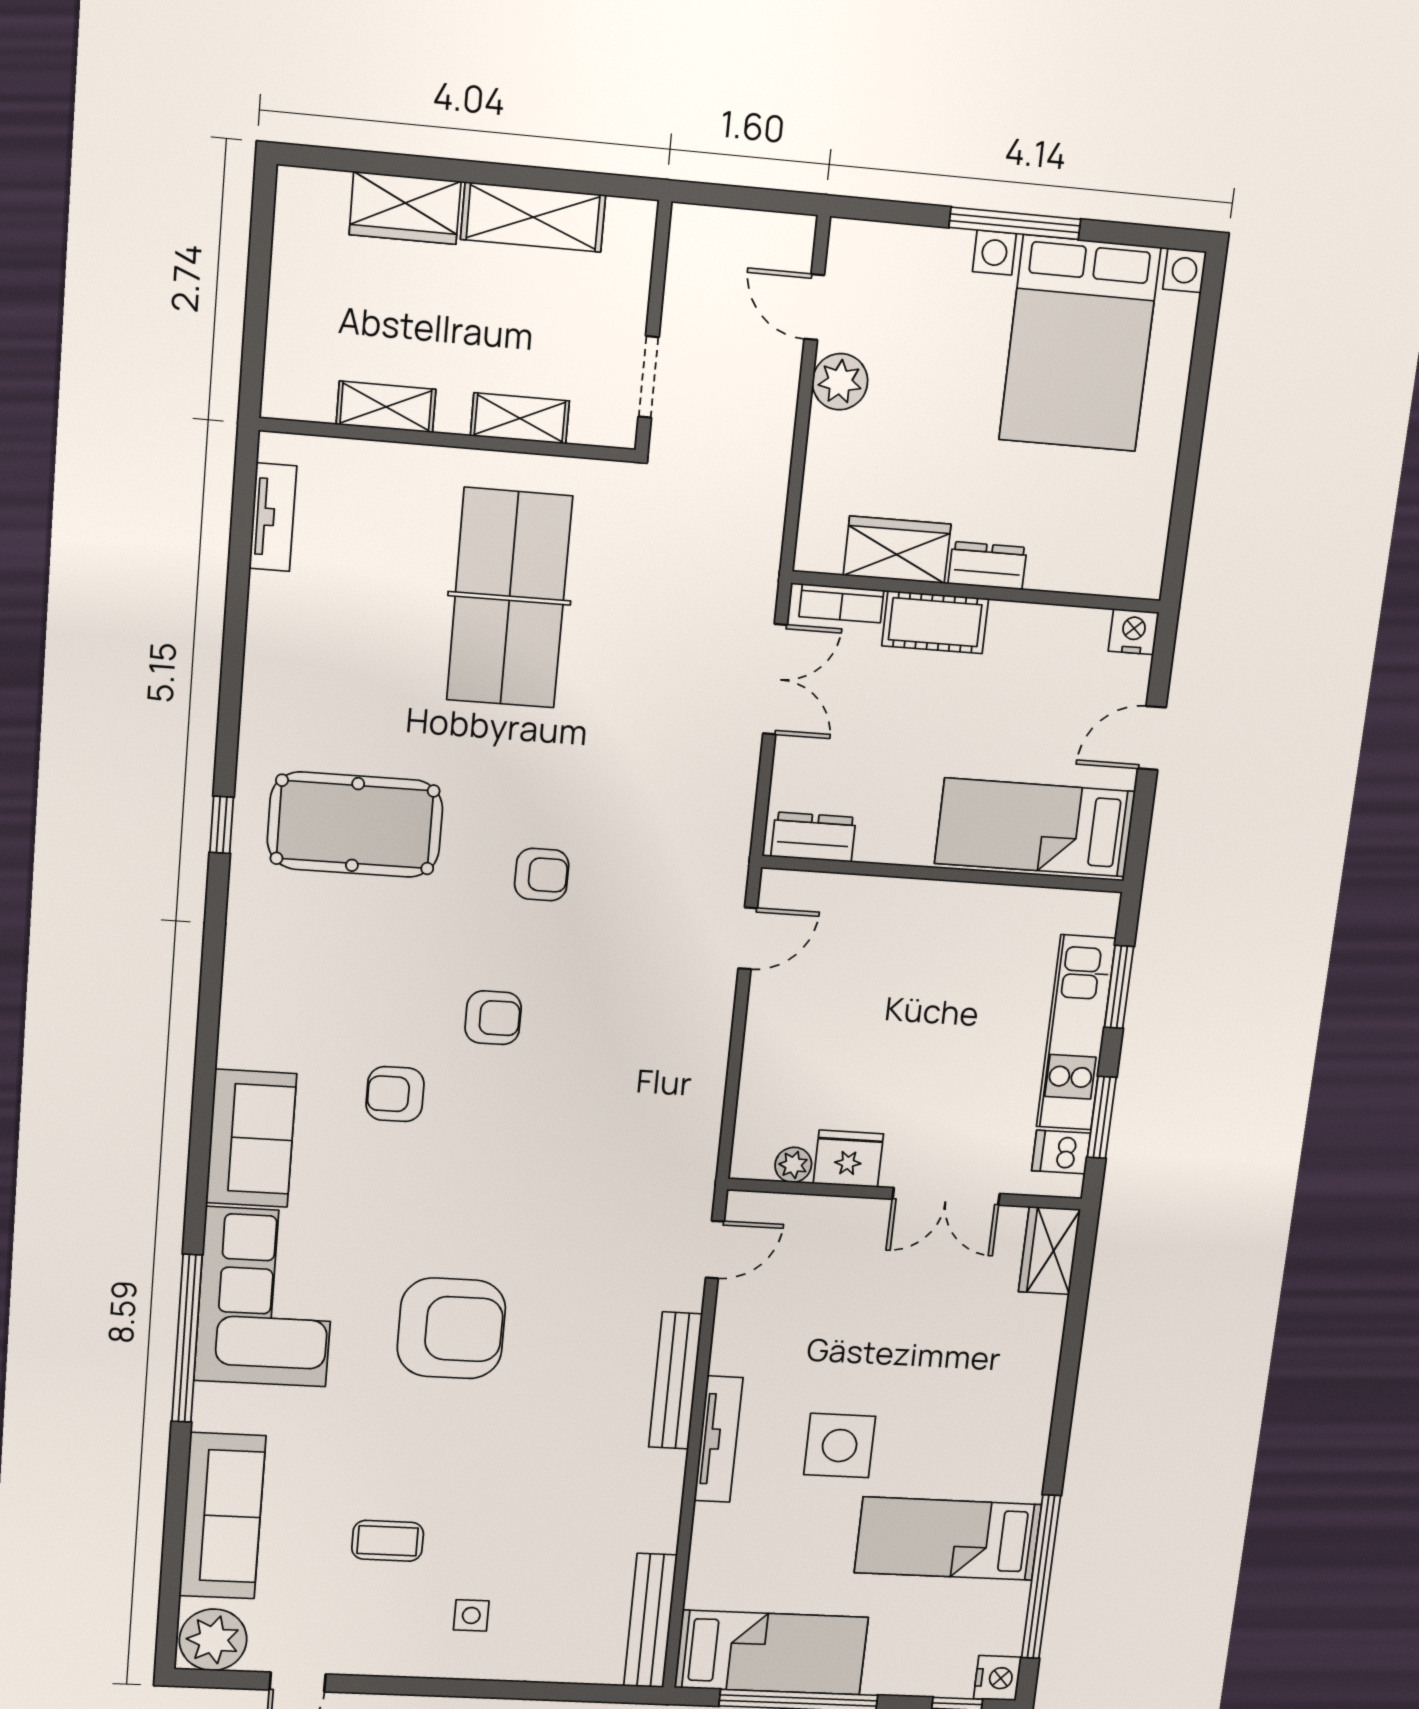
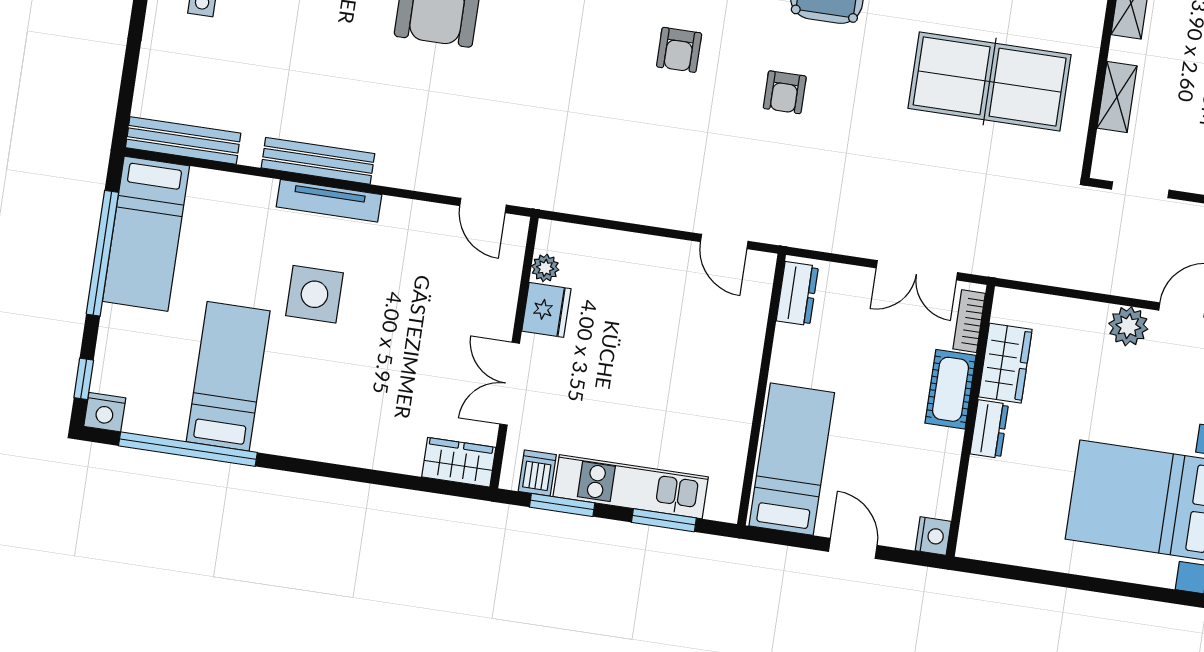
bench: (676, 1381) -> (318, 161), moved

